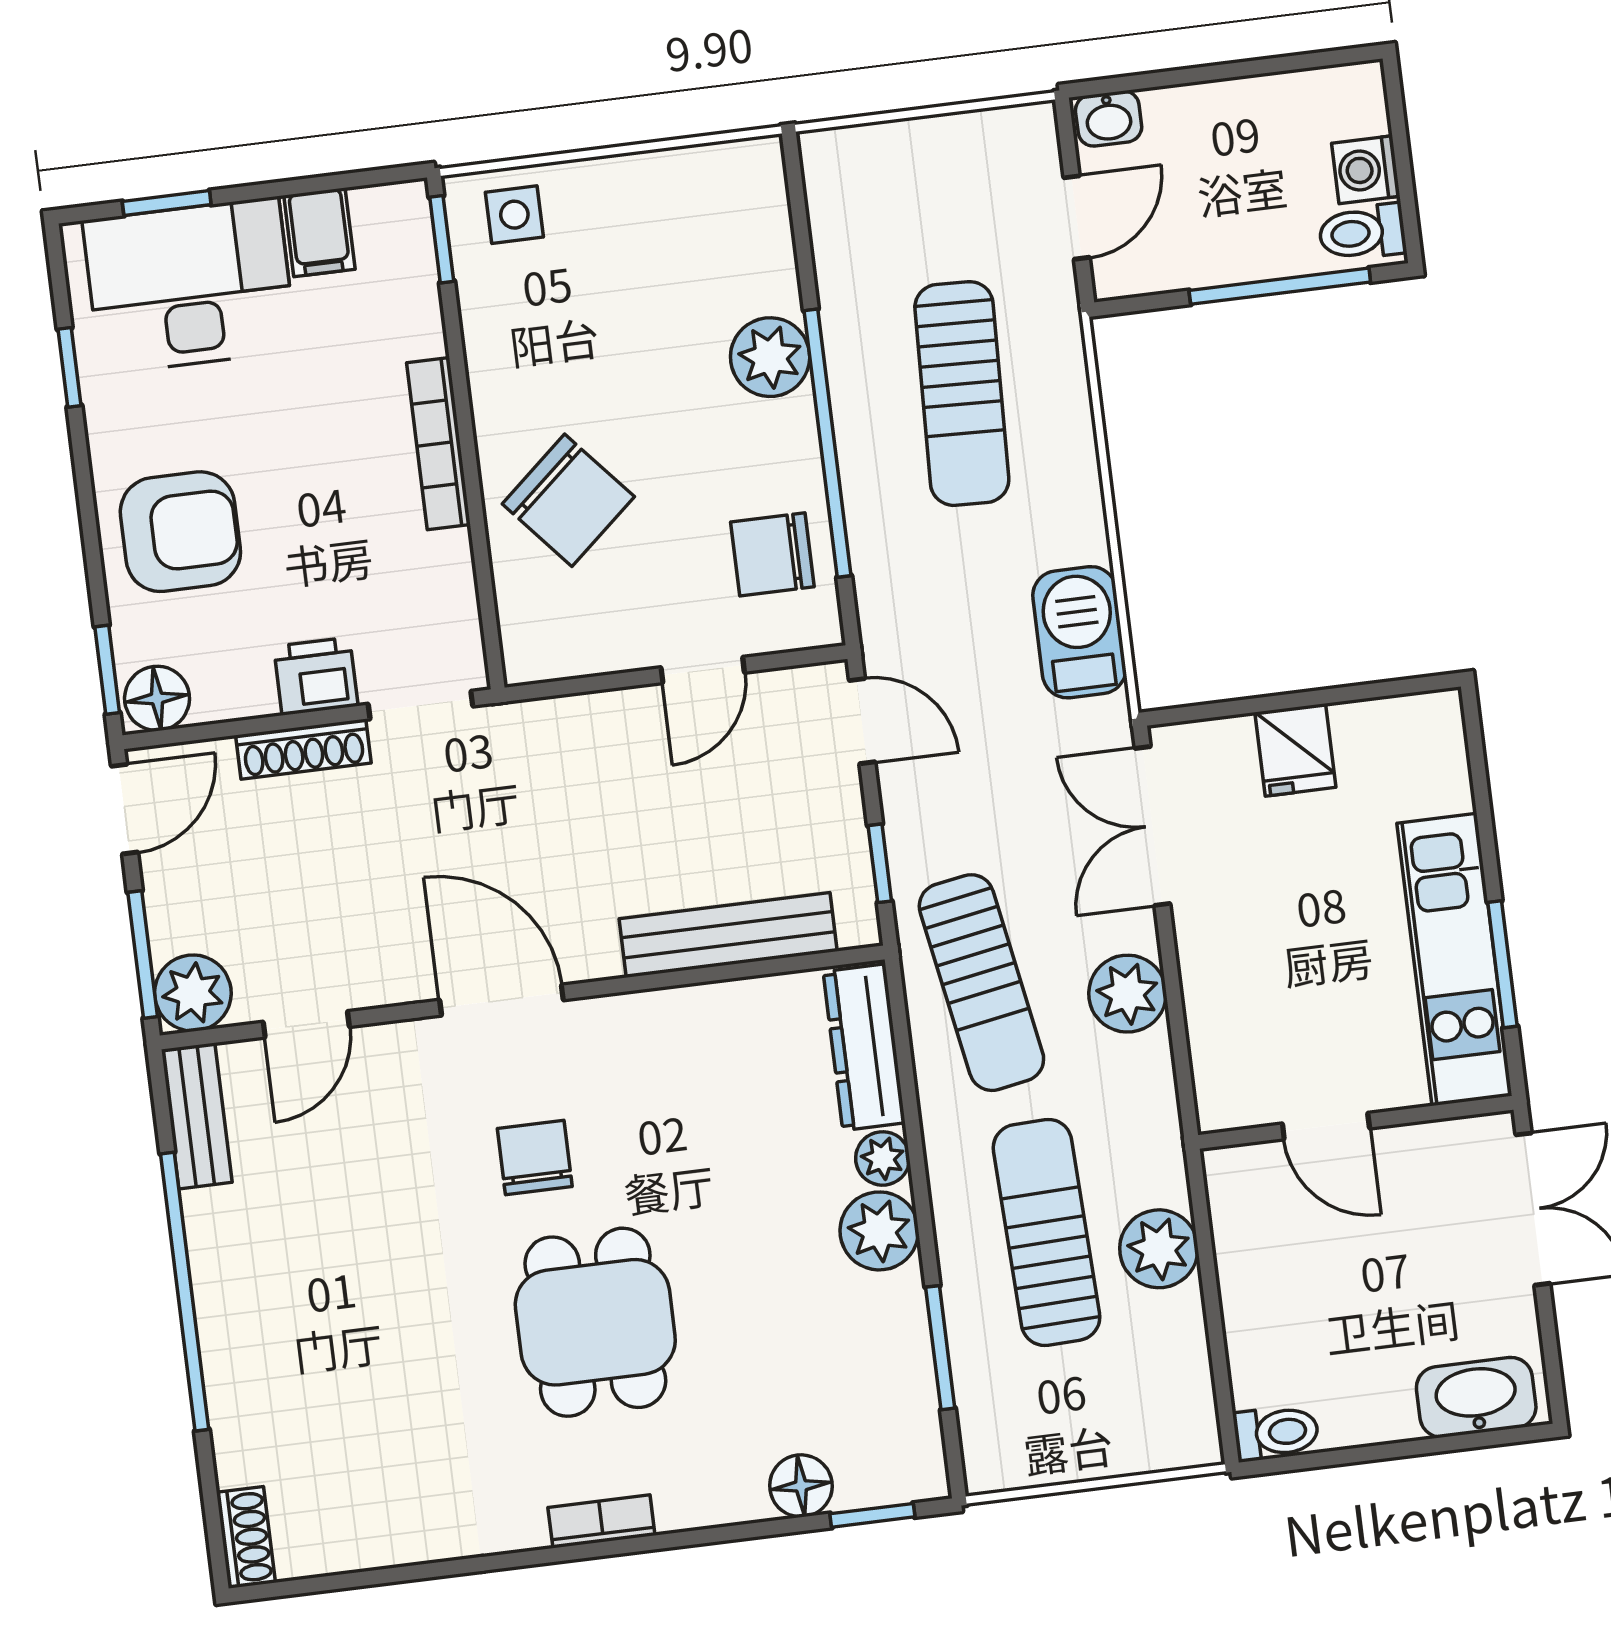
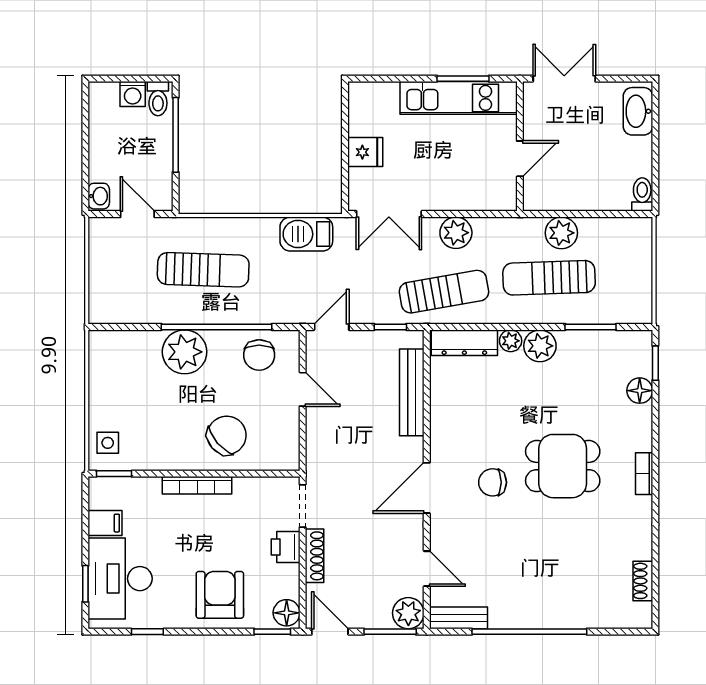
plant: (770, 357) -> (185, 352), width x1.36, depth x1.36
shoe rack: (246, 1537) -> (643, 581), moved, turned -90

